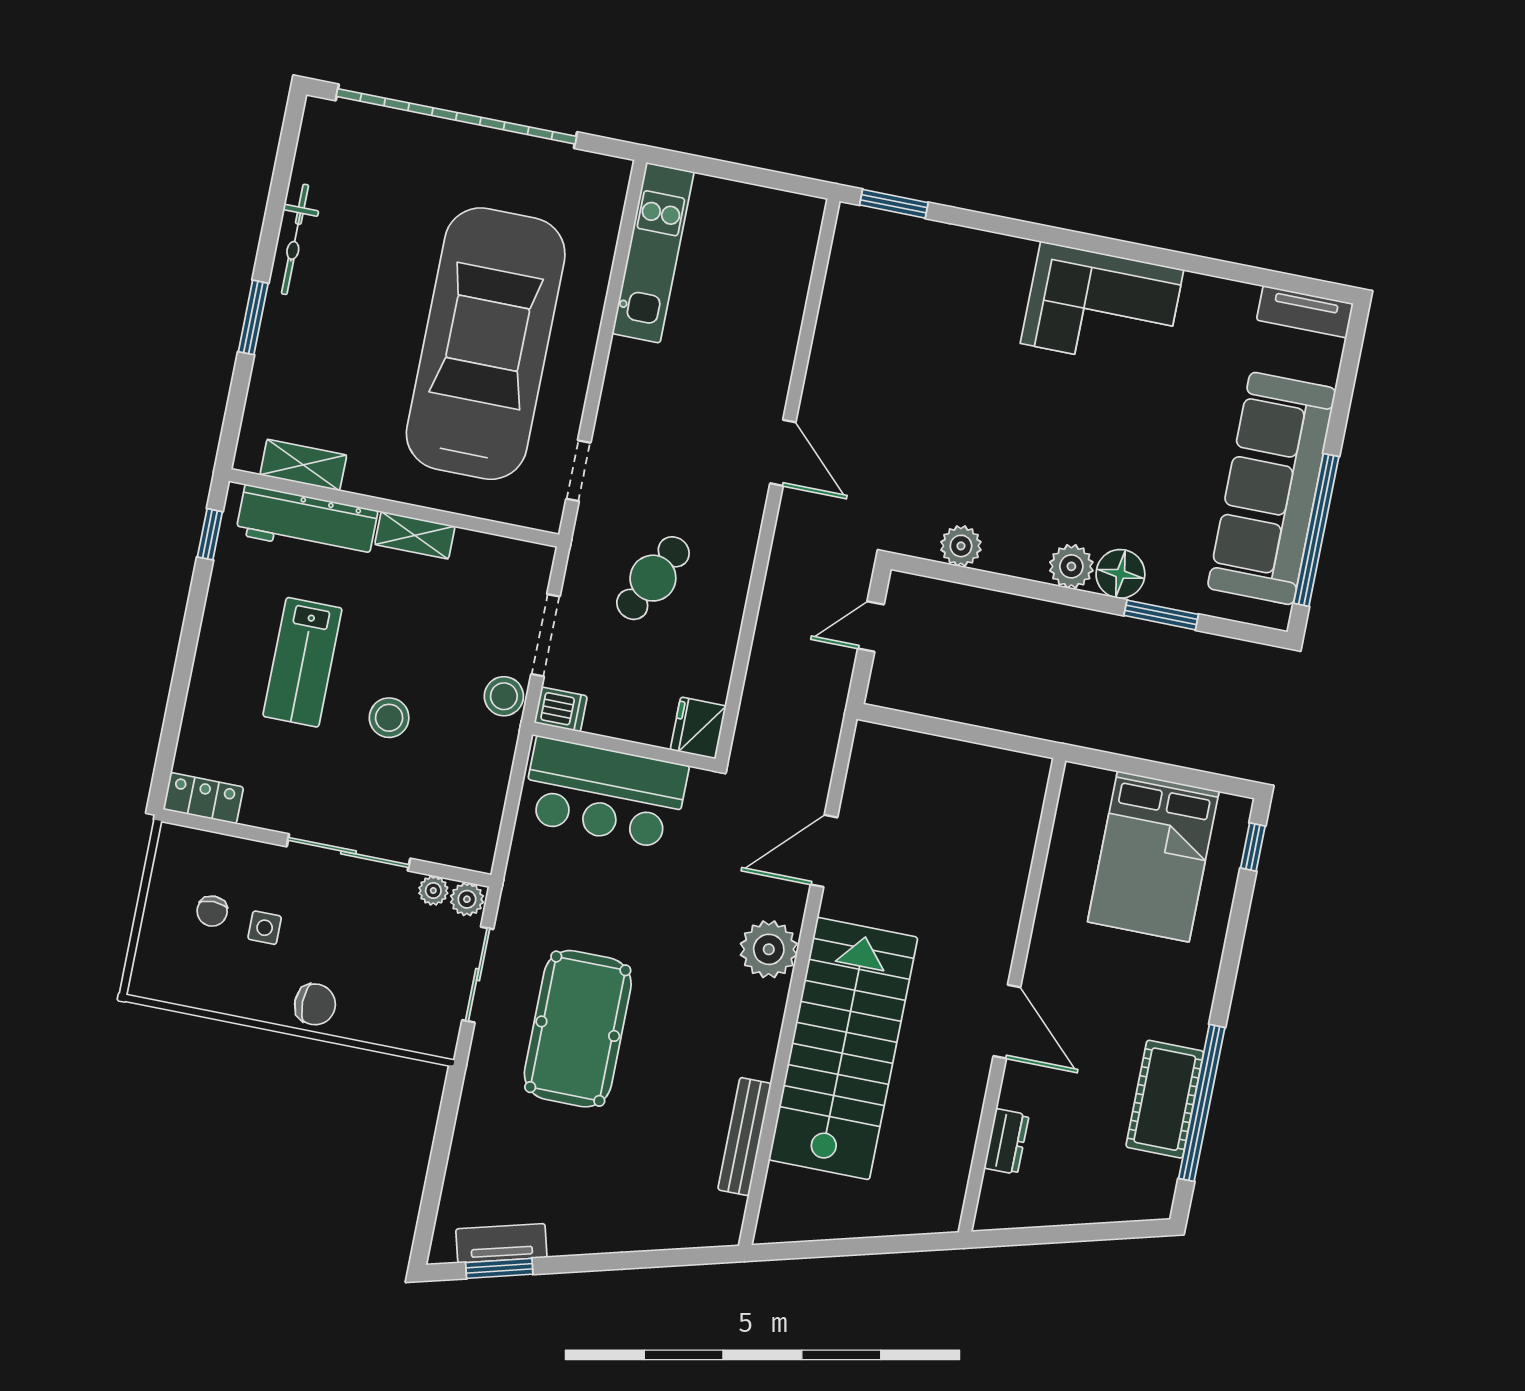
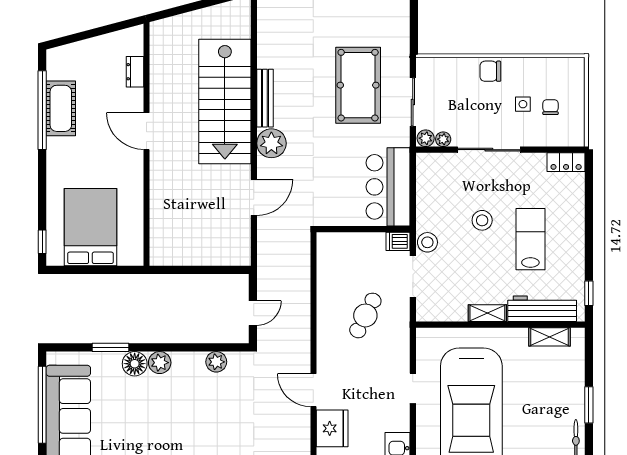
doorway: (578, 471) -> (413, 388), moved
fridge: (698, 728) -> (332, 428), moved, width x1.36, depth x1.34
bar counter: (605, 793) -> (388, 187), moved, turned -90
bench: (744, 1137) -> (265, 98), moved

